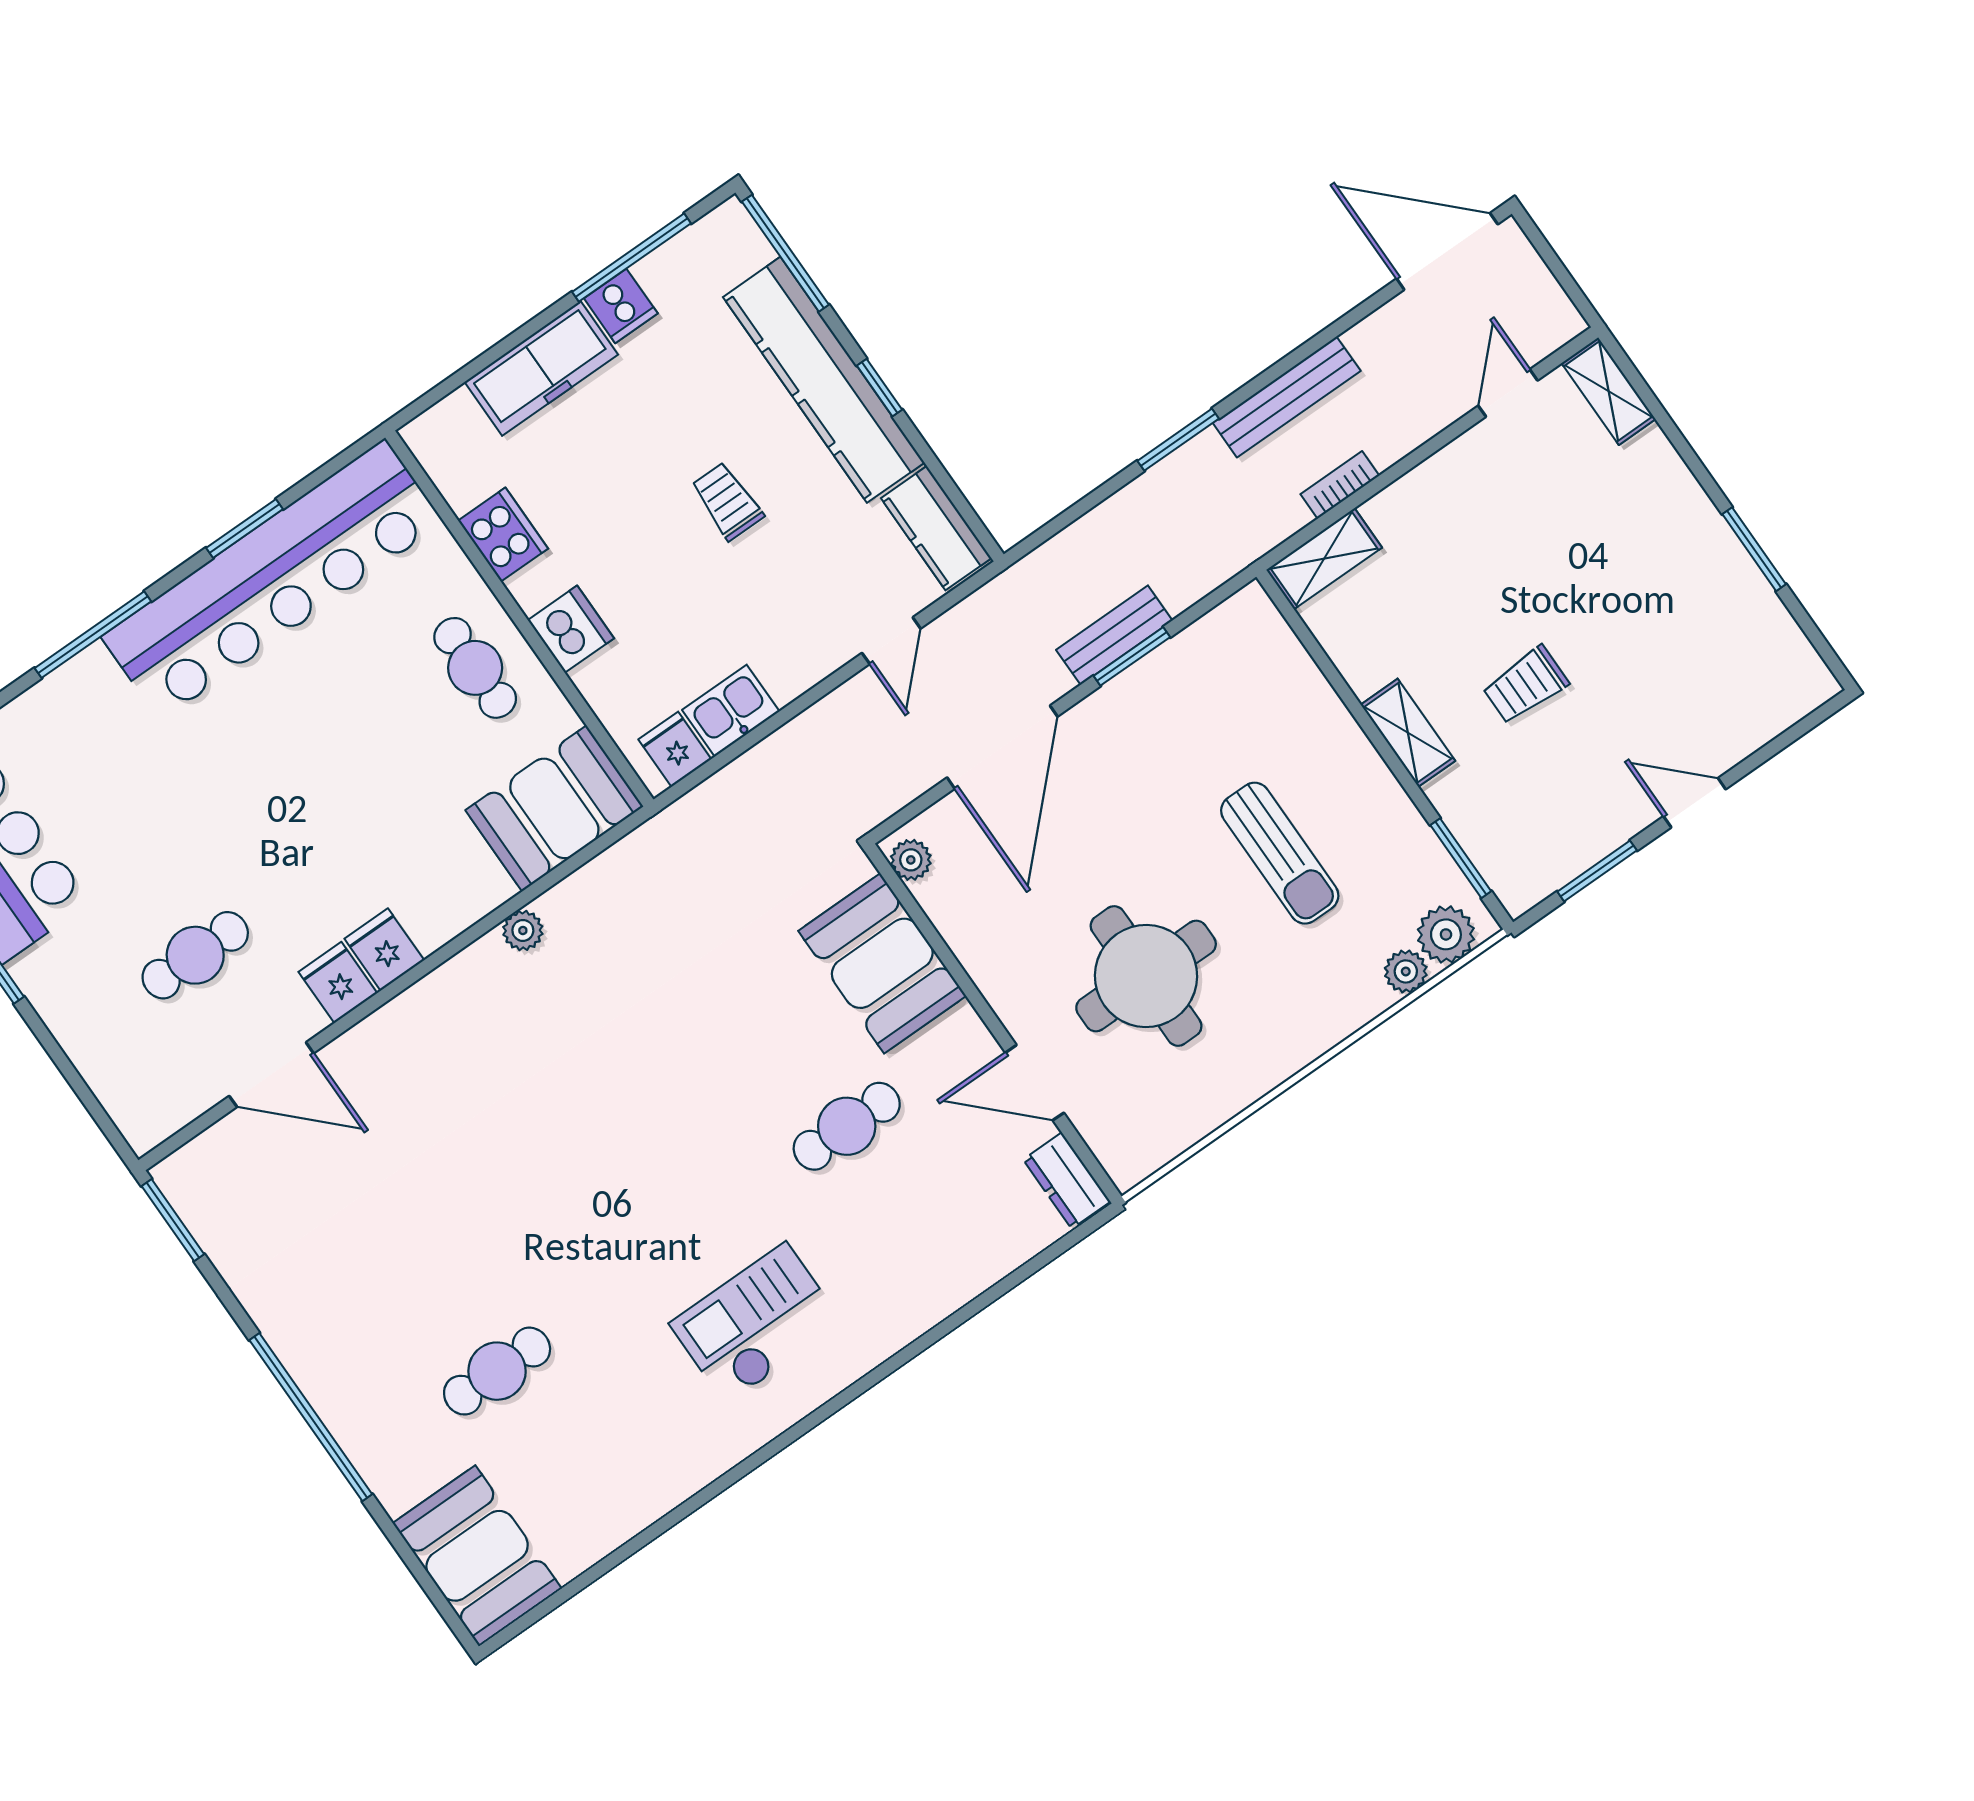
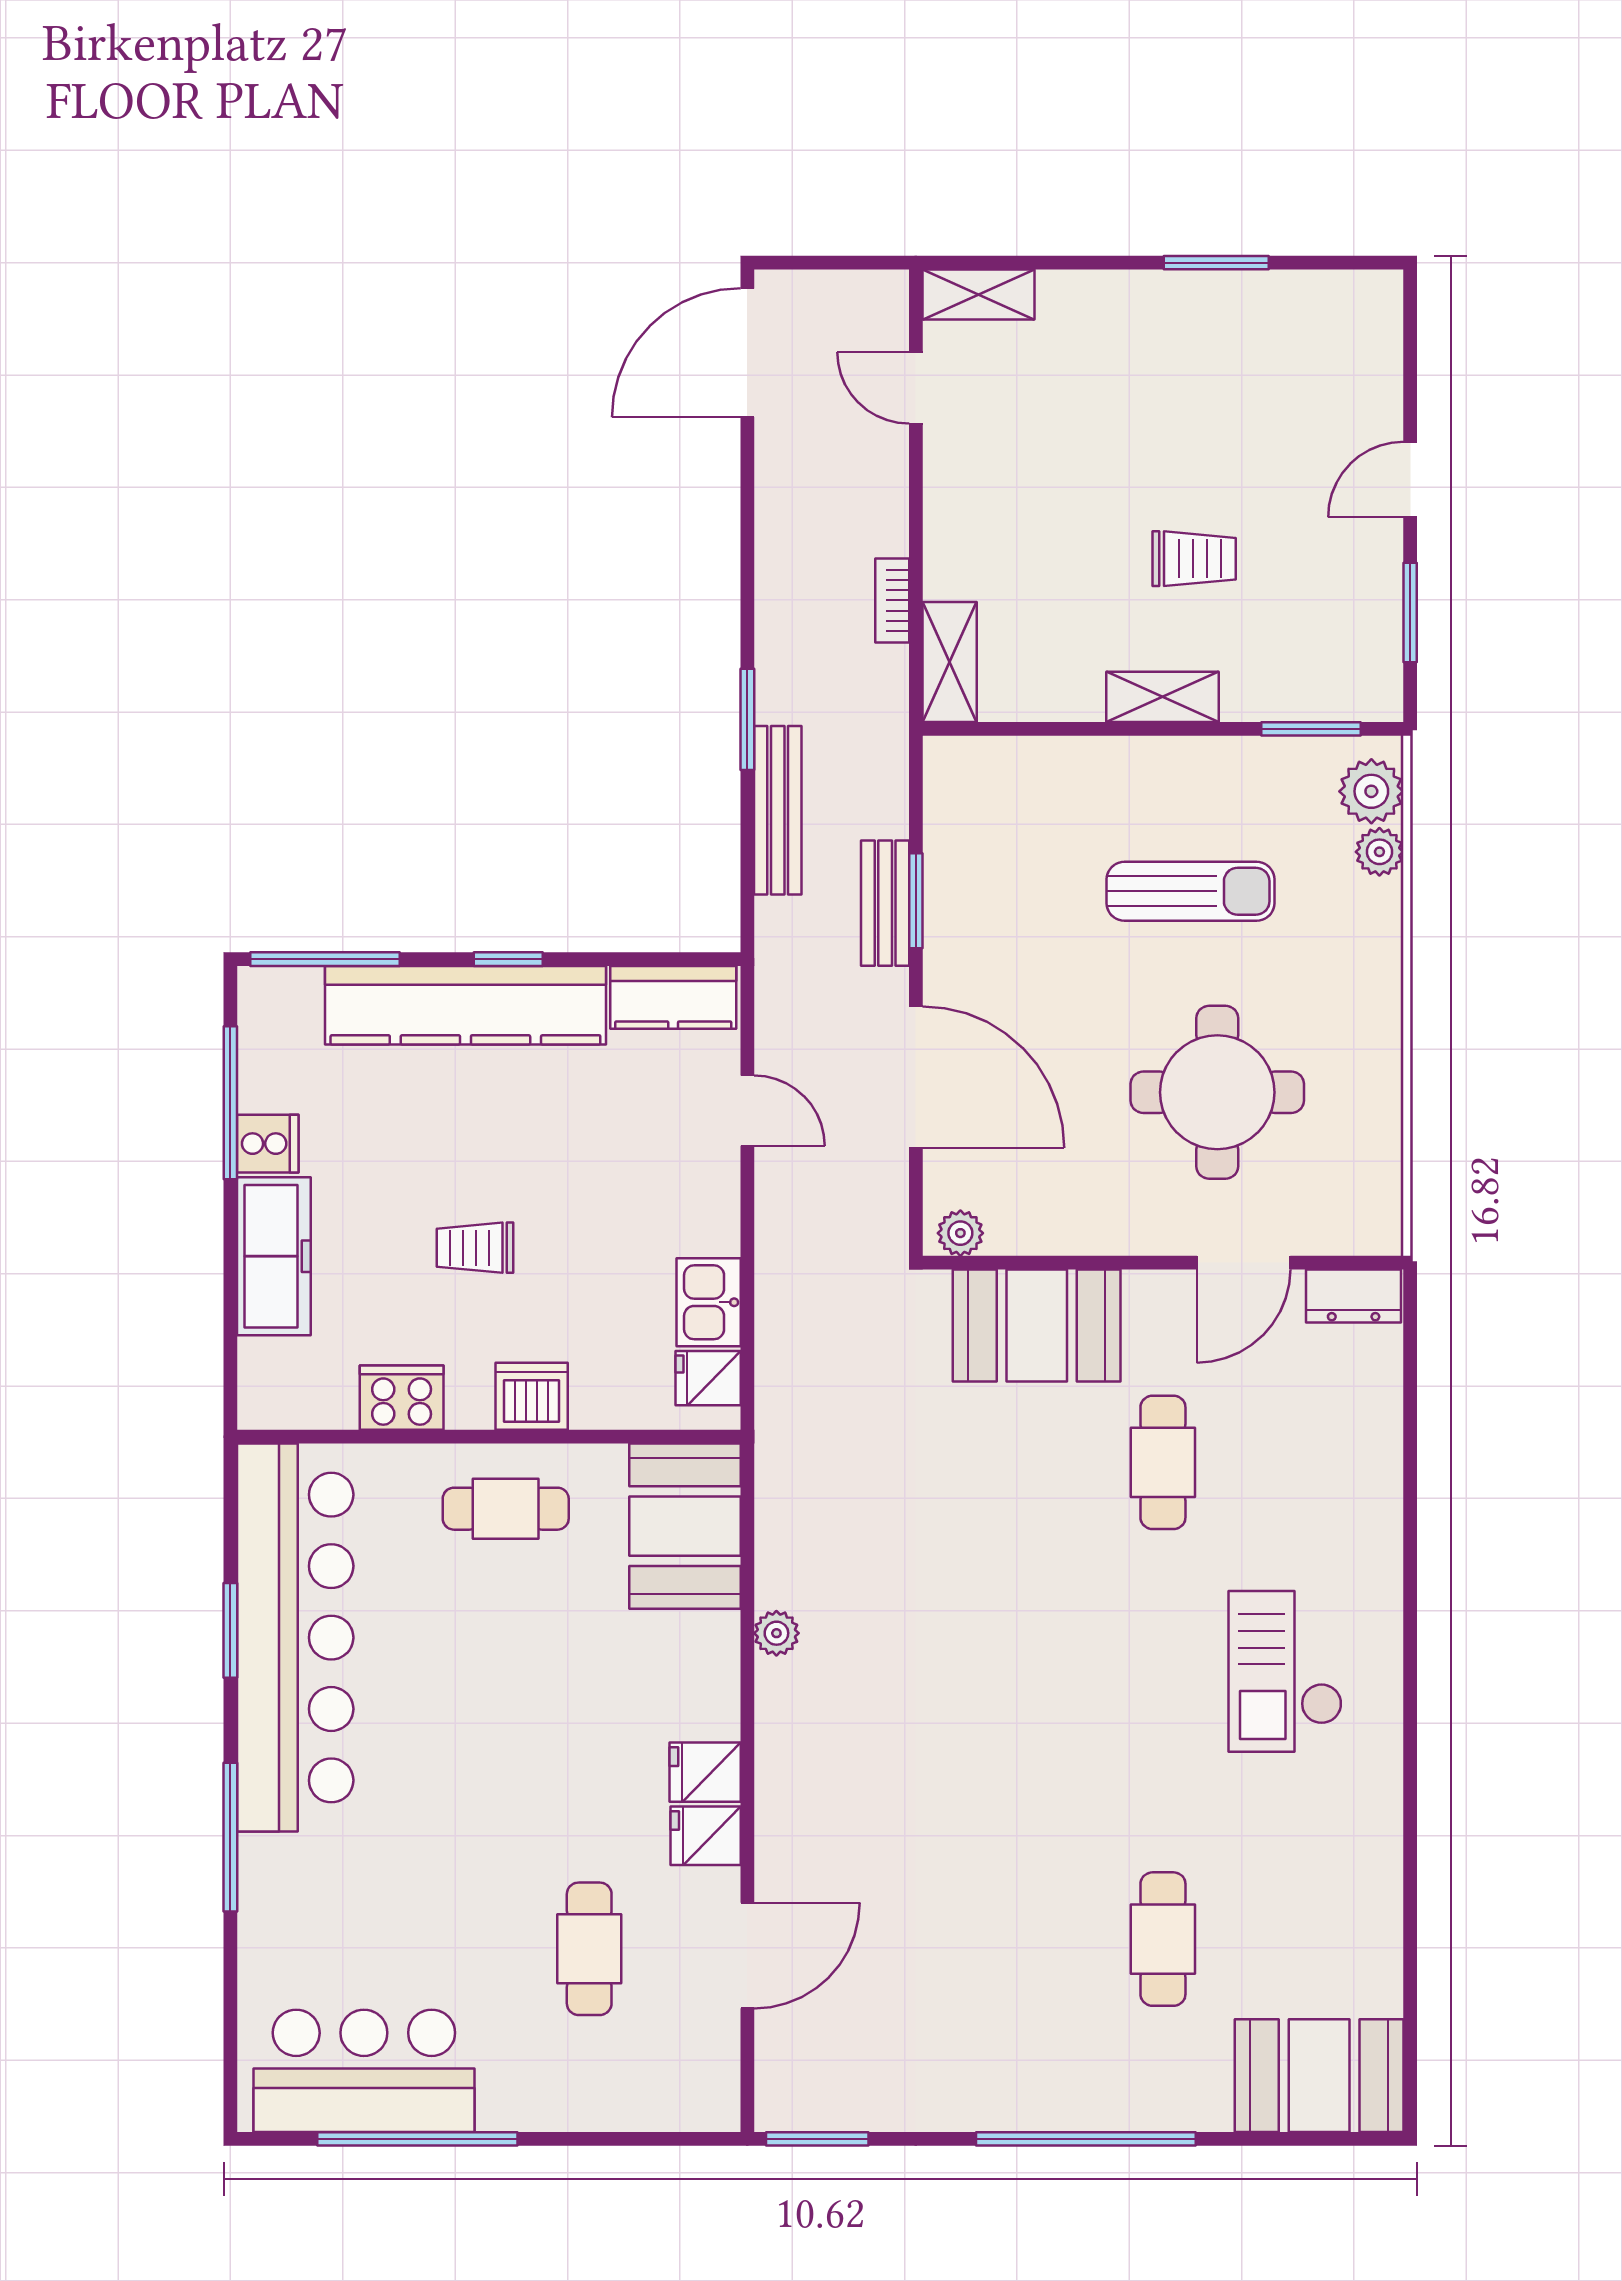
bench: (1287, 397) -> (778, 810), moved
trolley: (727, 501) -> (475, 1248), moved
trolley: (1526, 685) -> (1194, 559), turned -90

